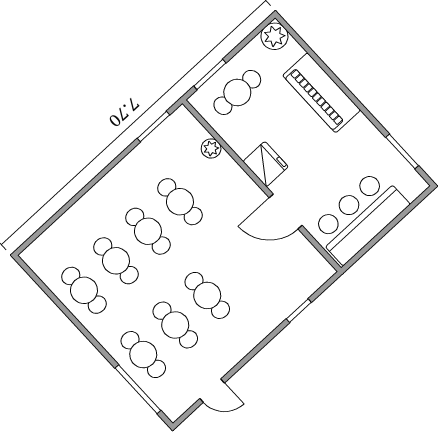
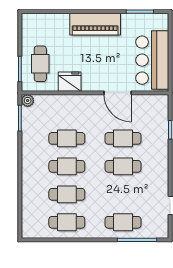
plant: (274, 36) -> (30, 22), removed
piano: (322, 93) -> (95, 24), moved
plant: (211, 148) -> (28, 101), moved
fridge: (266, 164) -> (70, 82), moved
door: (286, 212) -> (118, 93), hinge flipped
cafe table: (175, 325) -> (123, 138), moved

